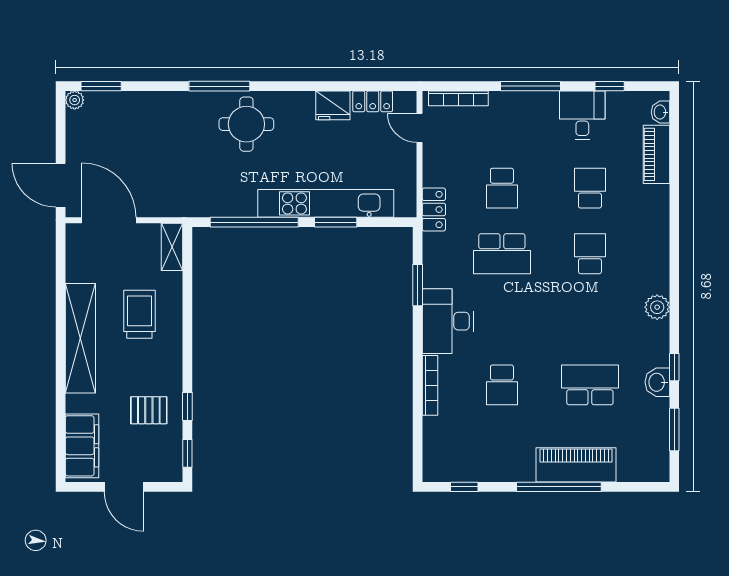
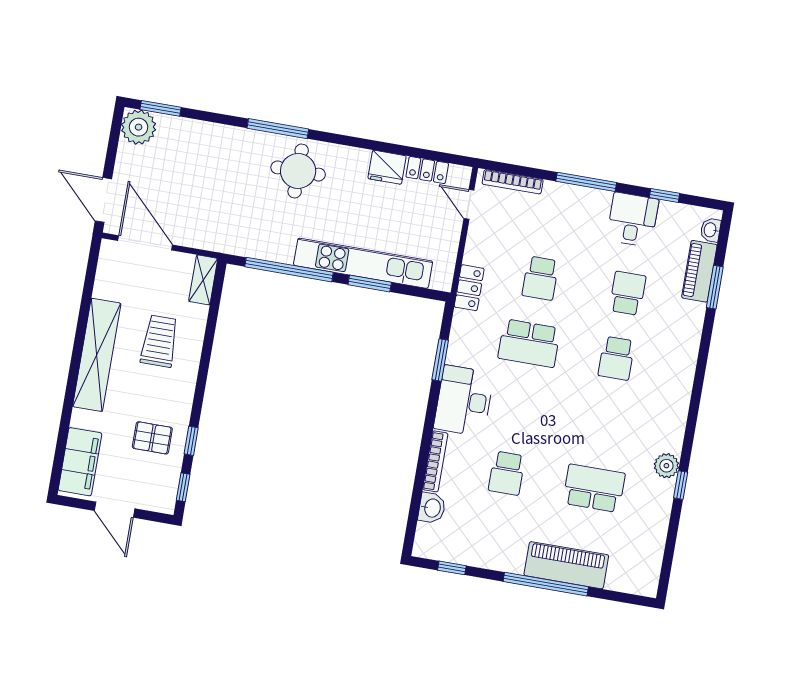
plant: (75, 100) -> (139, 127), width x1.88, depth x1.88
school desk: (590, 254) -> (616, 358), turned 180
plant: (657, 307) -> (666, 466), moved
washbasin: (657, 382) -> (432, 508), moved, turned 180
window: (674, 429) -> (715, 287), moved

